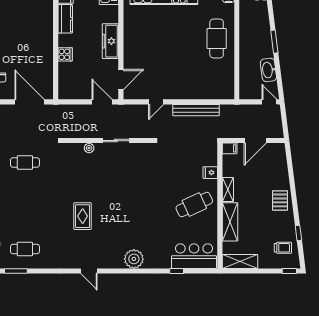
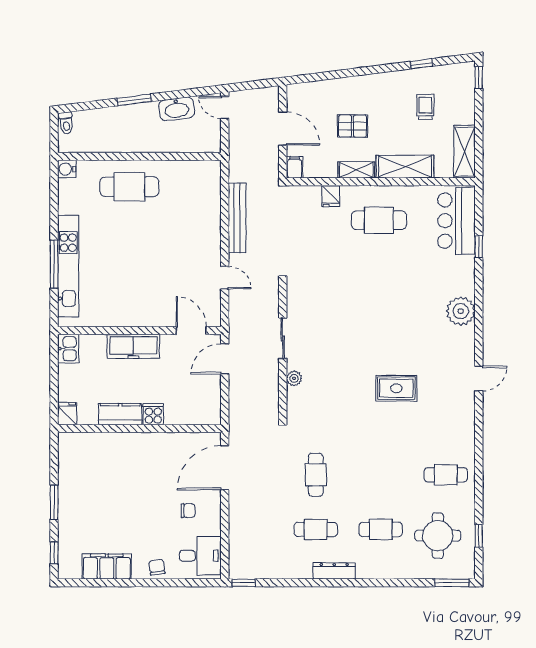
kitchen counter: (65, 19) -> (120, 414), moved
door: (269, 102) -> (225, 107), hinge flipped
pallet: (280, 200) -> (353, 126), moved
cafe table: (194, 204) -> (379, 220), turned -65
trolley: (283, 248) -> (425, 107), moved
cafe table: (25, 249) -> (446, 475), turned 90
window: (16, 271) -> (479, 488), removed

